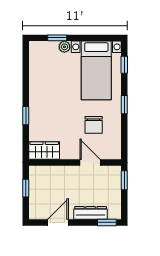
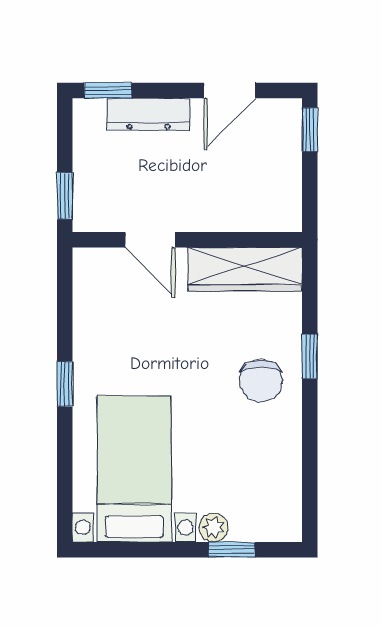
window: (124, 65) -> (65, 483), removed
chair: (94, 125) -> (261, 381), moved, turned 180
wardrobe: (44, 151) -> (245, 269), width x1.50
window: (26, 188) -> (310, 130), moved

